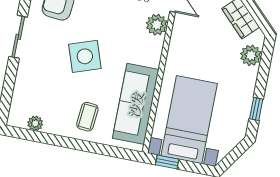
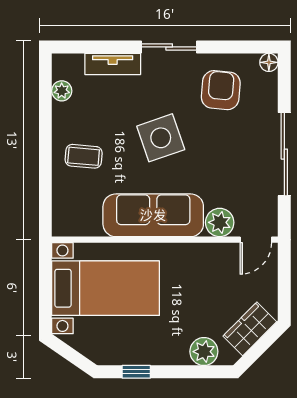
tv unit: (23, 81) -> (113, 64), added
sofa: (136, 104) -> (153, 215), moved
window: (167, 162) -> (45, 271), removed

